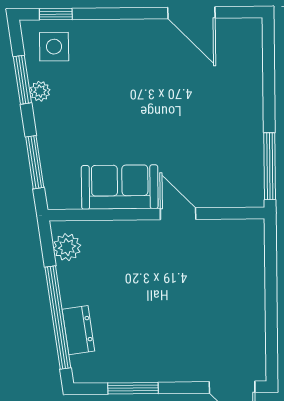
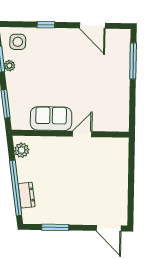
window: (56, 14) -> (46, 25), moved
window: (270, 166) -> (133, 61), moved
door: (178, 214) -> (82, 134), hinge flipped

